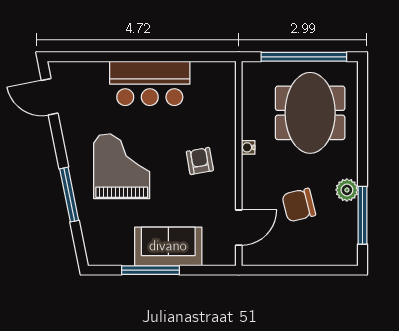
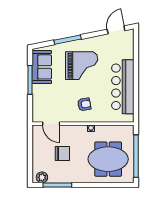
bar counter: (150, 83) -> (123, 87), width x1.36
plant: (347, 190) -> (42, 177), moved
chair: (299, 205) -> (62, 153), turned 104
sofa: (168, 246) -> (42, 67), moved

